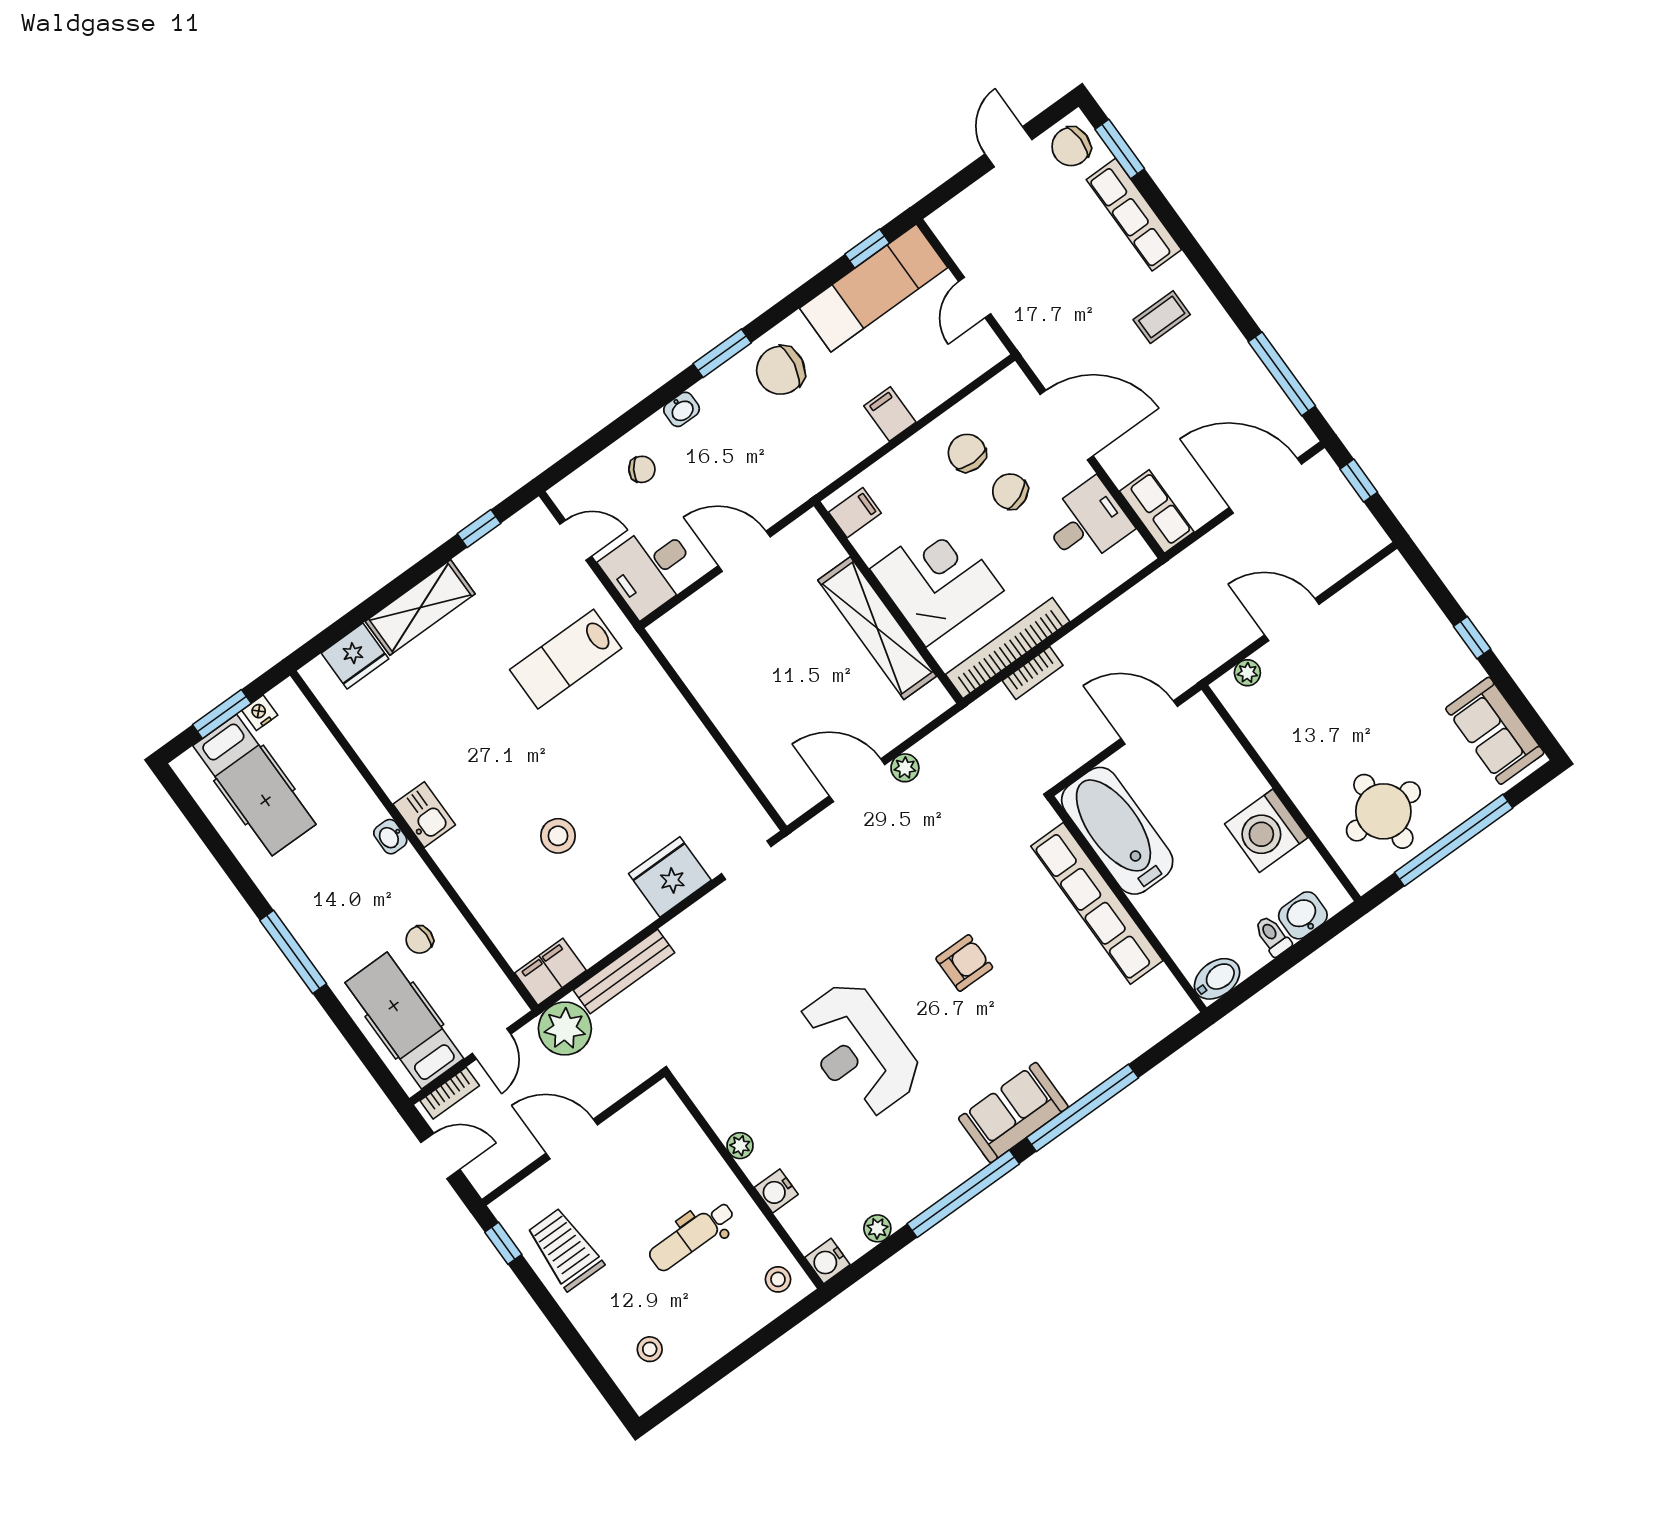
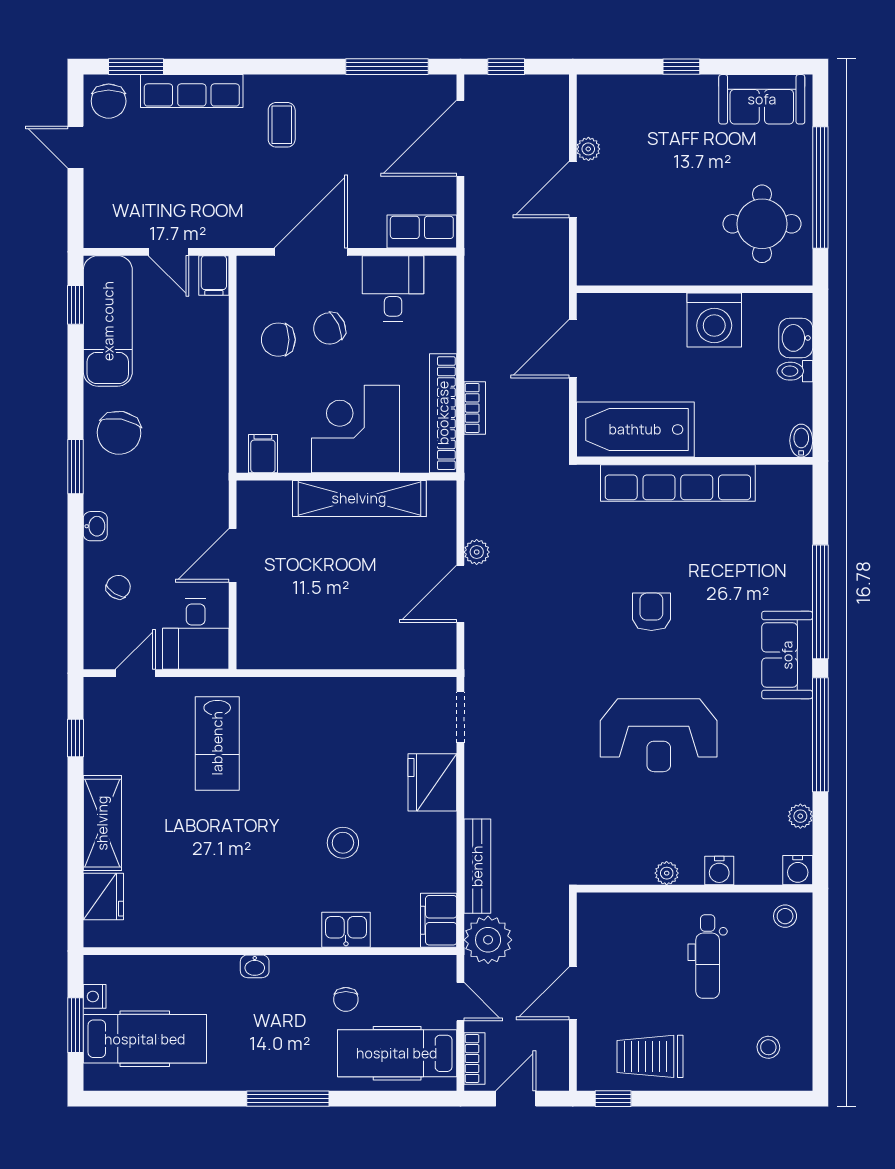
filing cabinet: (890, 414) -> (214, 275), moved, turned -90
plant: (1247, 673) -> (588, 149), moved
kitchen sink: (424, 815) -> (346, 930), moved
bidet: (1217, 979) -> (801, 441), width x0.72, depth x0.74

